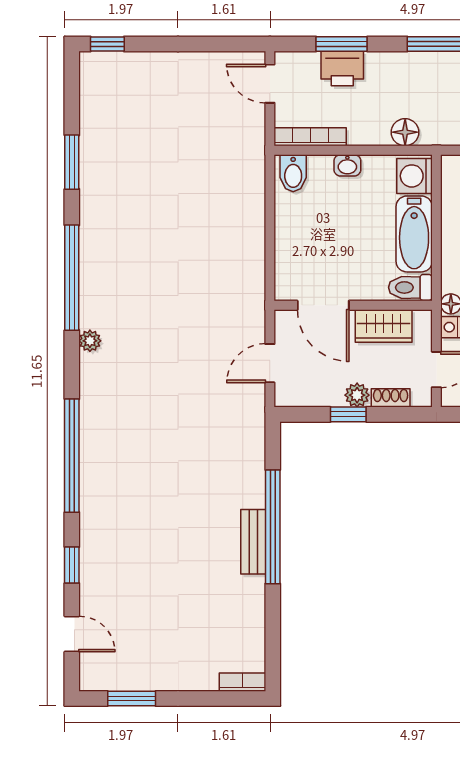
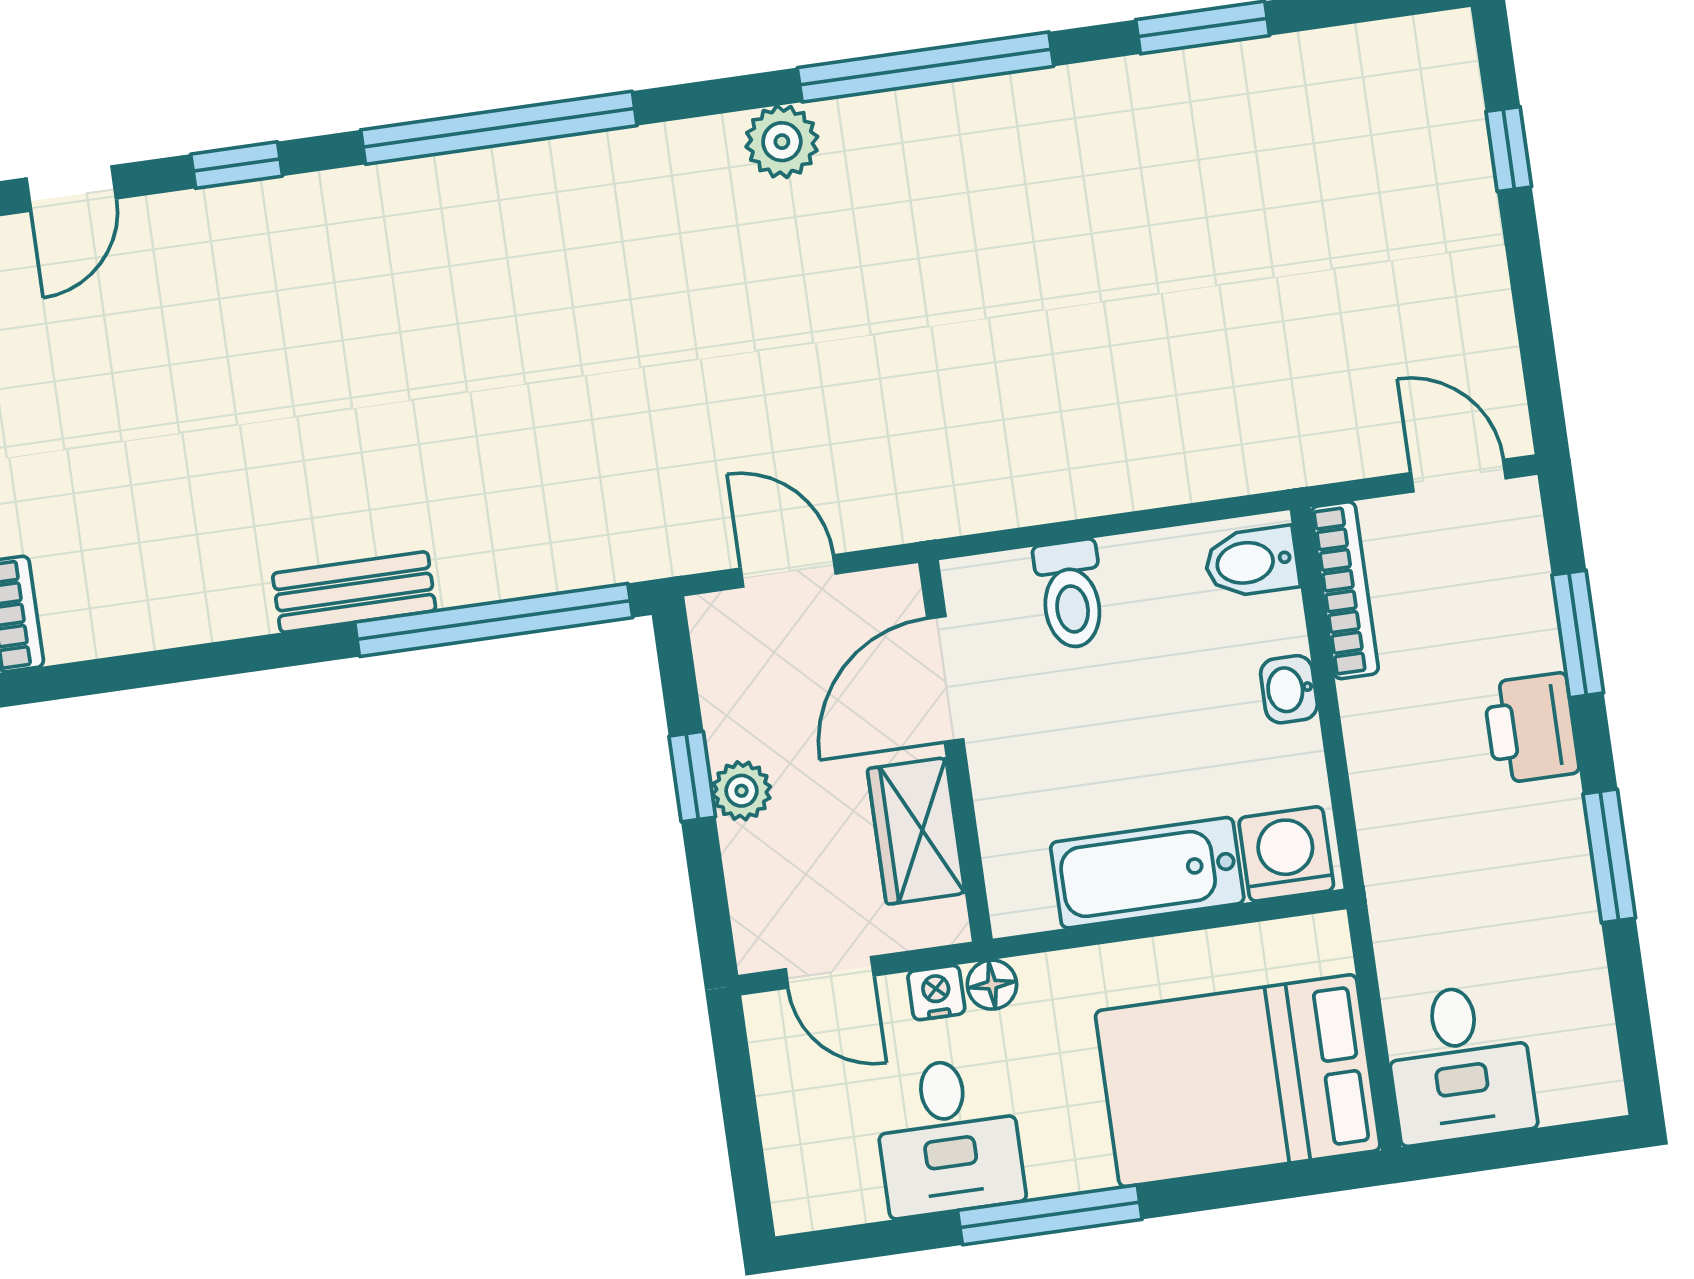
window: (107, 44) -> (1509, 149), moved
printer: (342, 69) -> (1531, 728), moved
door: (270, 84) -> (1458, 476), hinge flipped
floor lamp: (405, 132) -> (1388, 816), removed
toilet: (410, 287) -> (1070, 594), moved, turned 180
plant: (90, 341) -> (782, 142), width x1.38, depth x1.38
shoe rack: (391, 398) -> (746, 872), removed
window: (273, 527) -> (494, 620), moved

